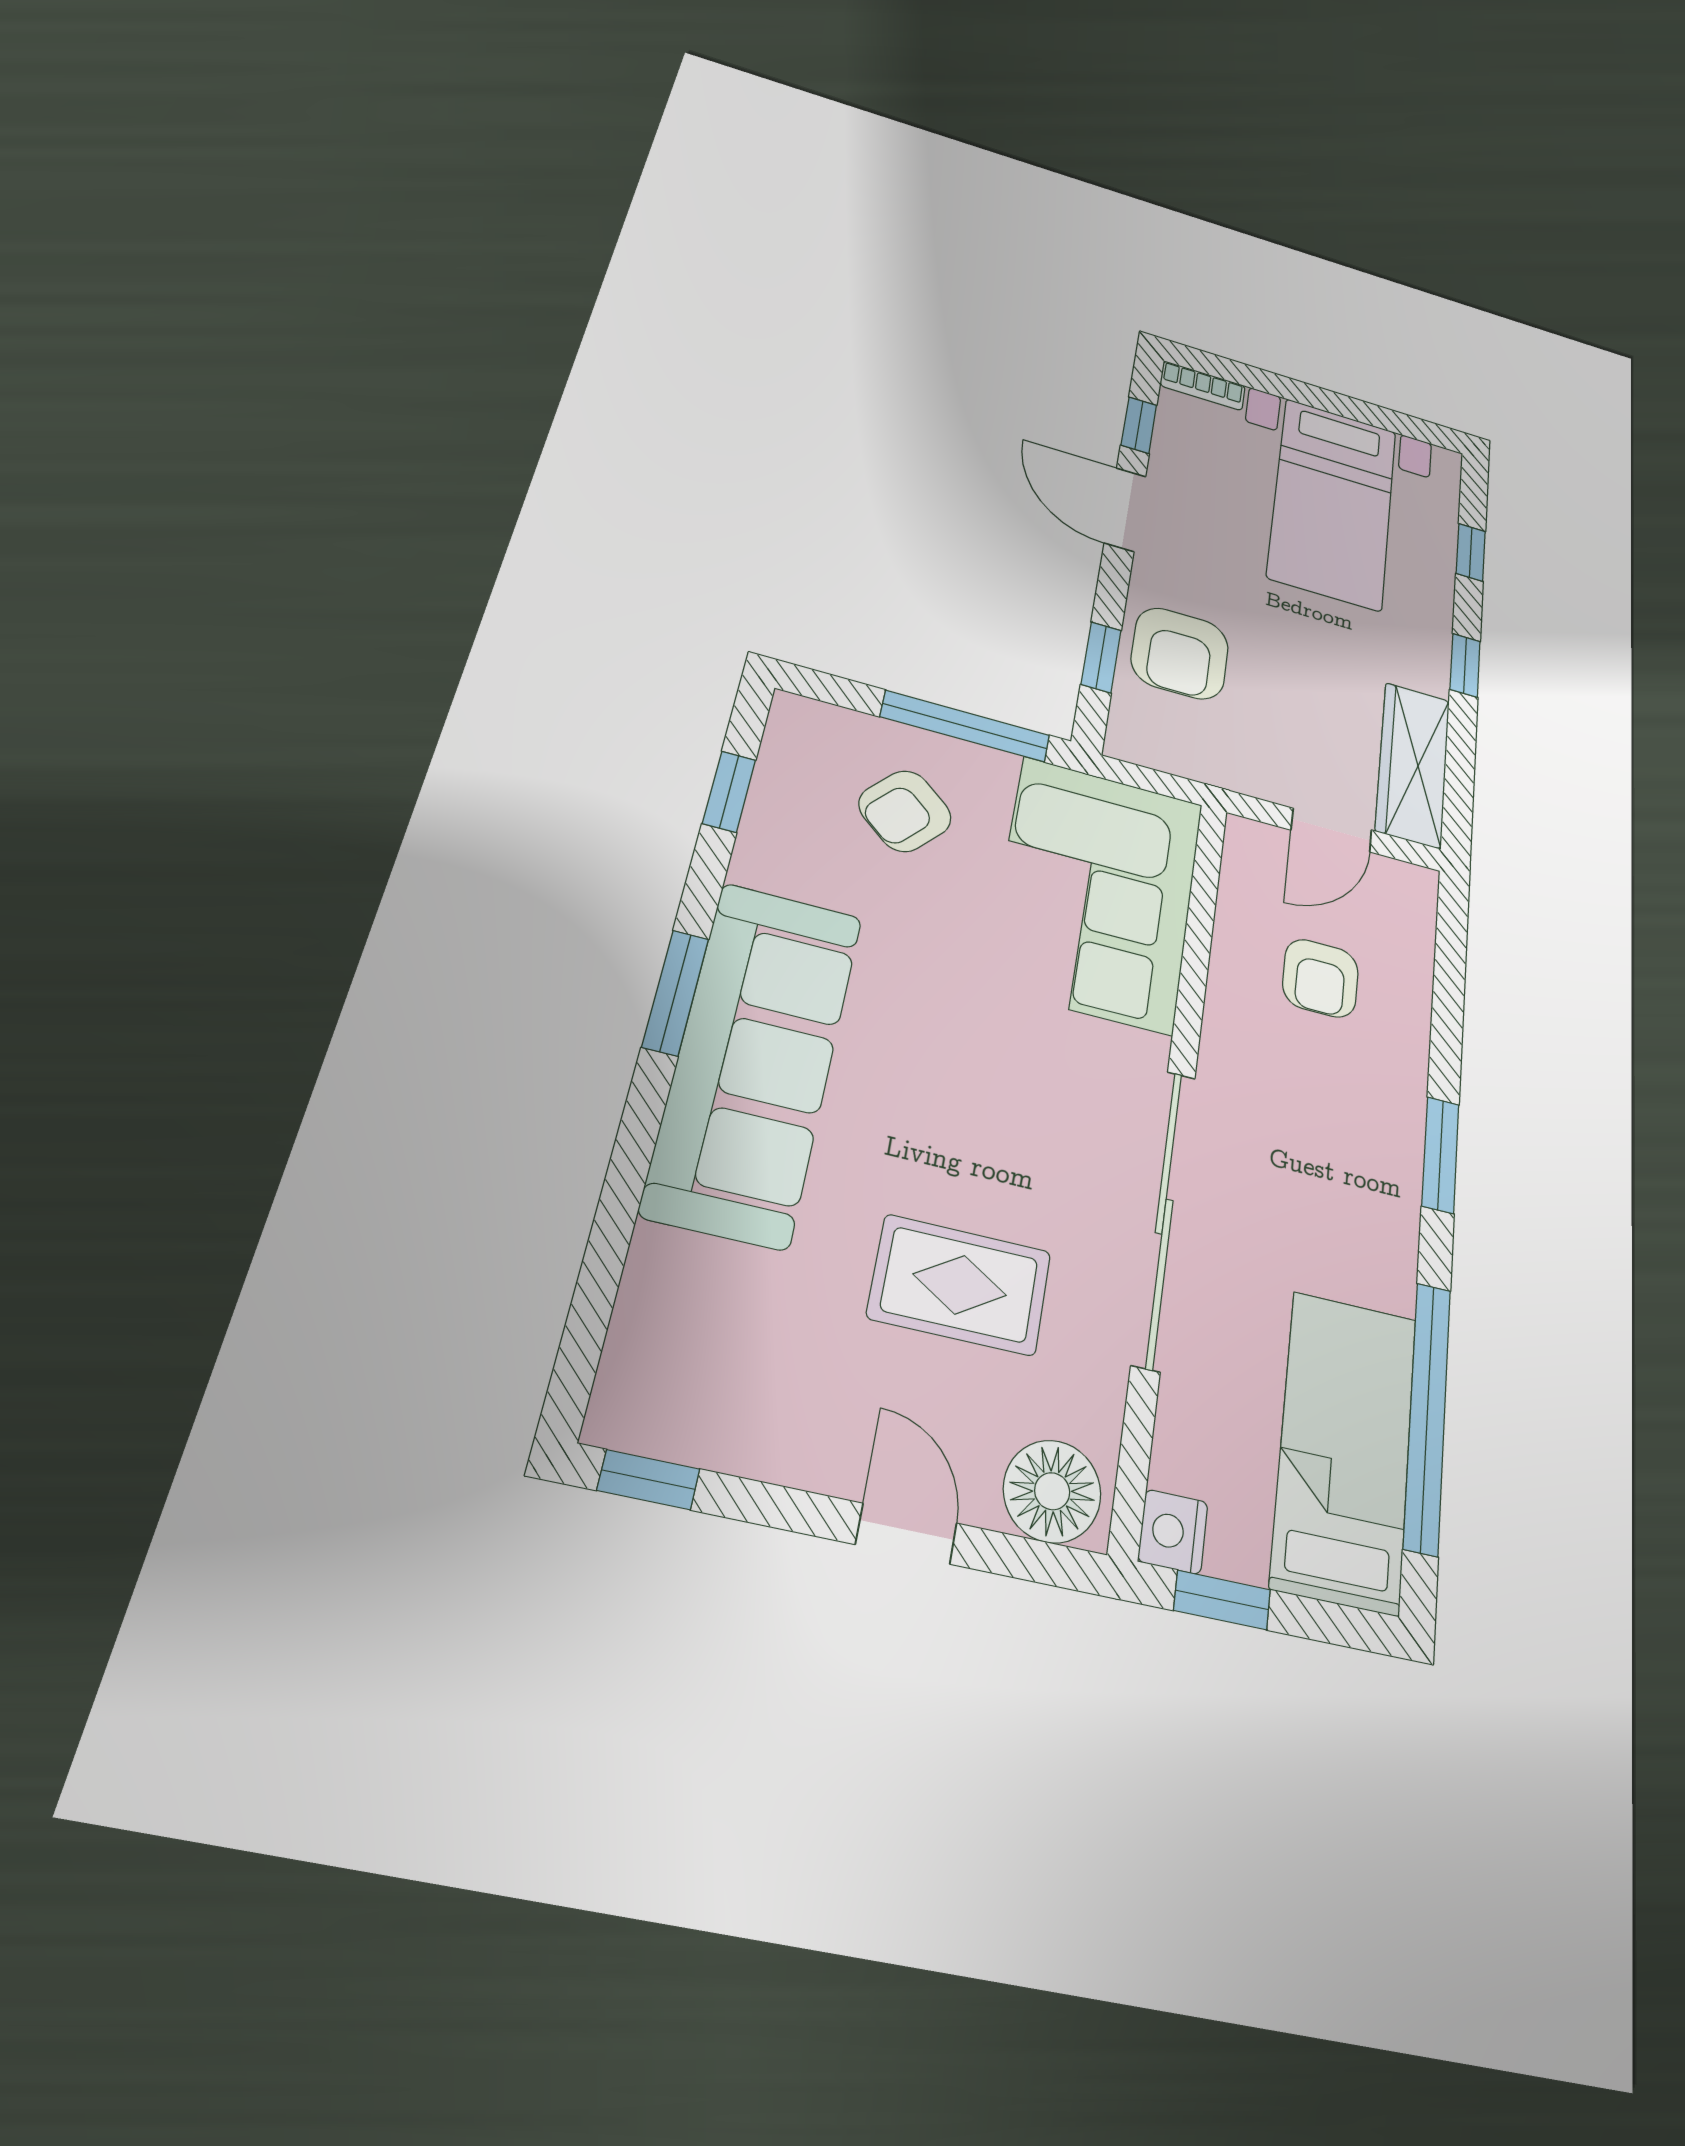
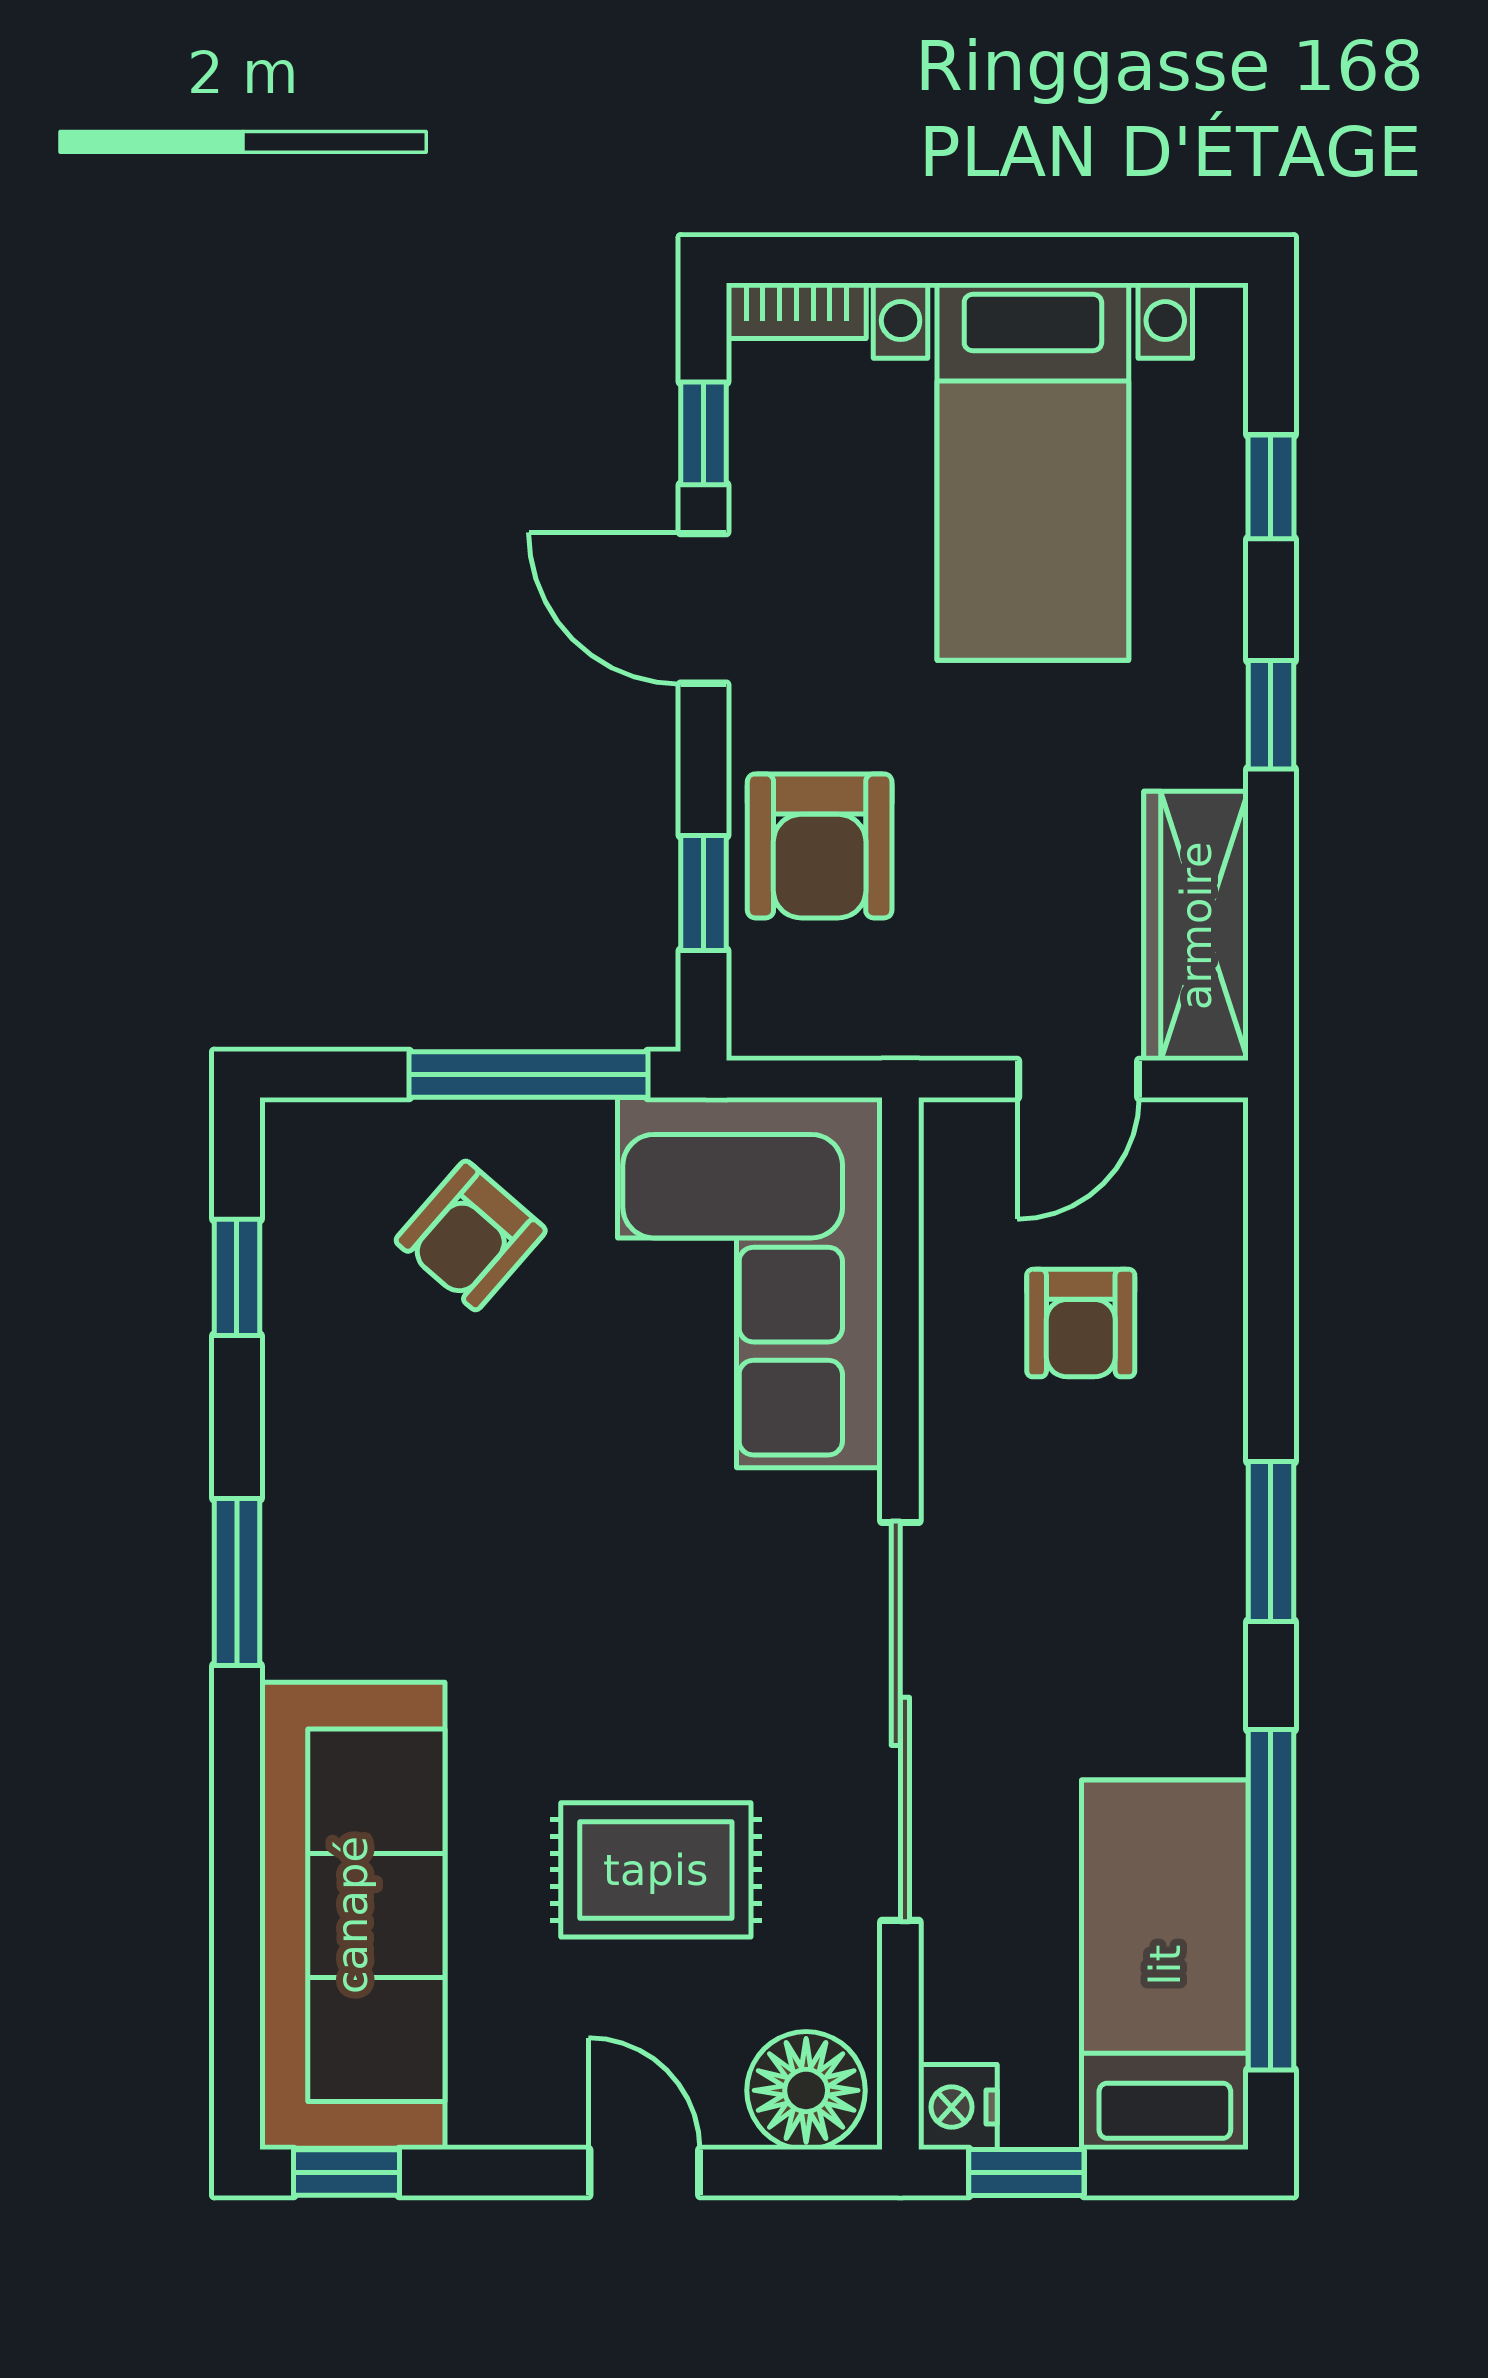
sofa: (755, 1060) -> (352, 1915), moved

